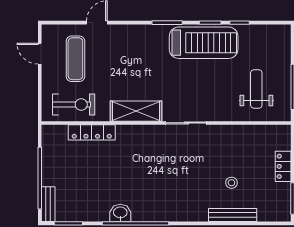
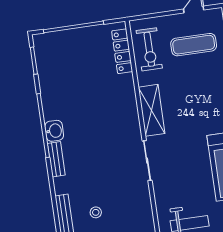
locker: (92, 132) -> (122, 51), moved
bench: (48, 204) -> (56, 159), moved, turned 90
washbasin: (120, 213) -> (54, 131), moved

